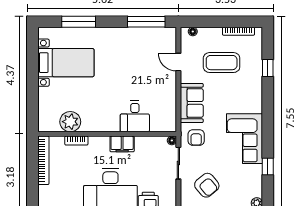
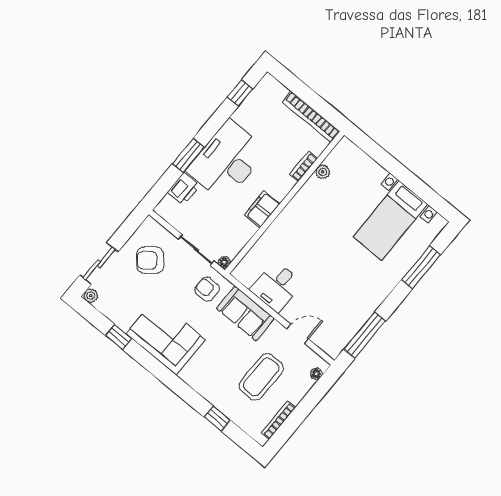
desk: (135, 116) -> (276, 286), moved, turned -90
plant: (70, 122) -> (323, 172), width x0.53, depth x0.53

